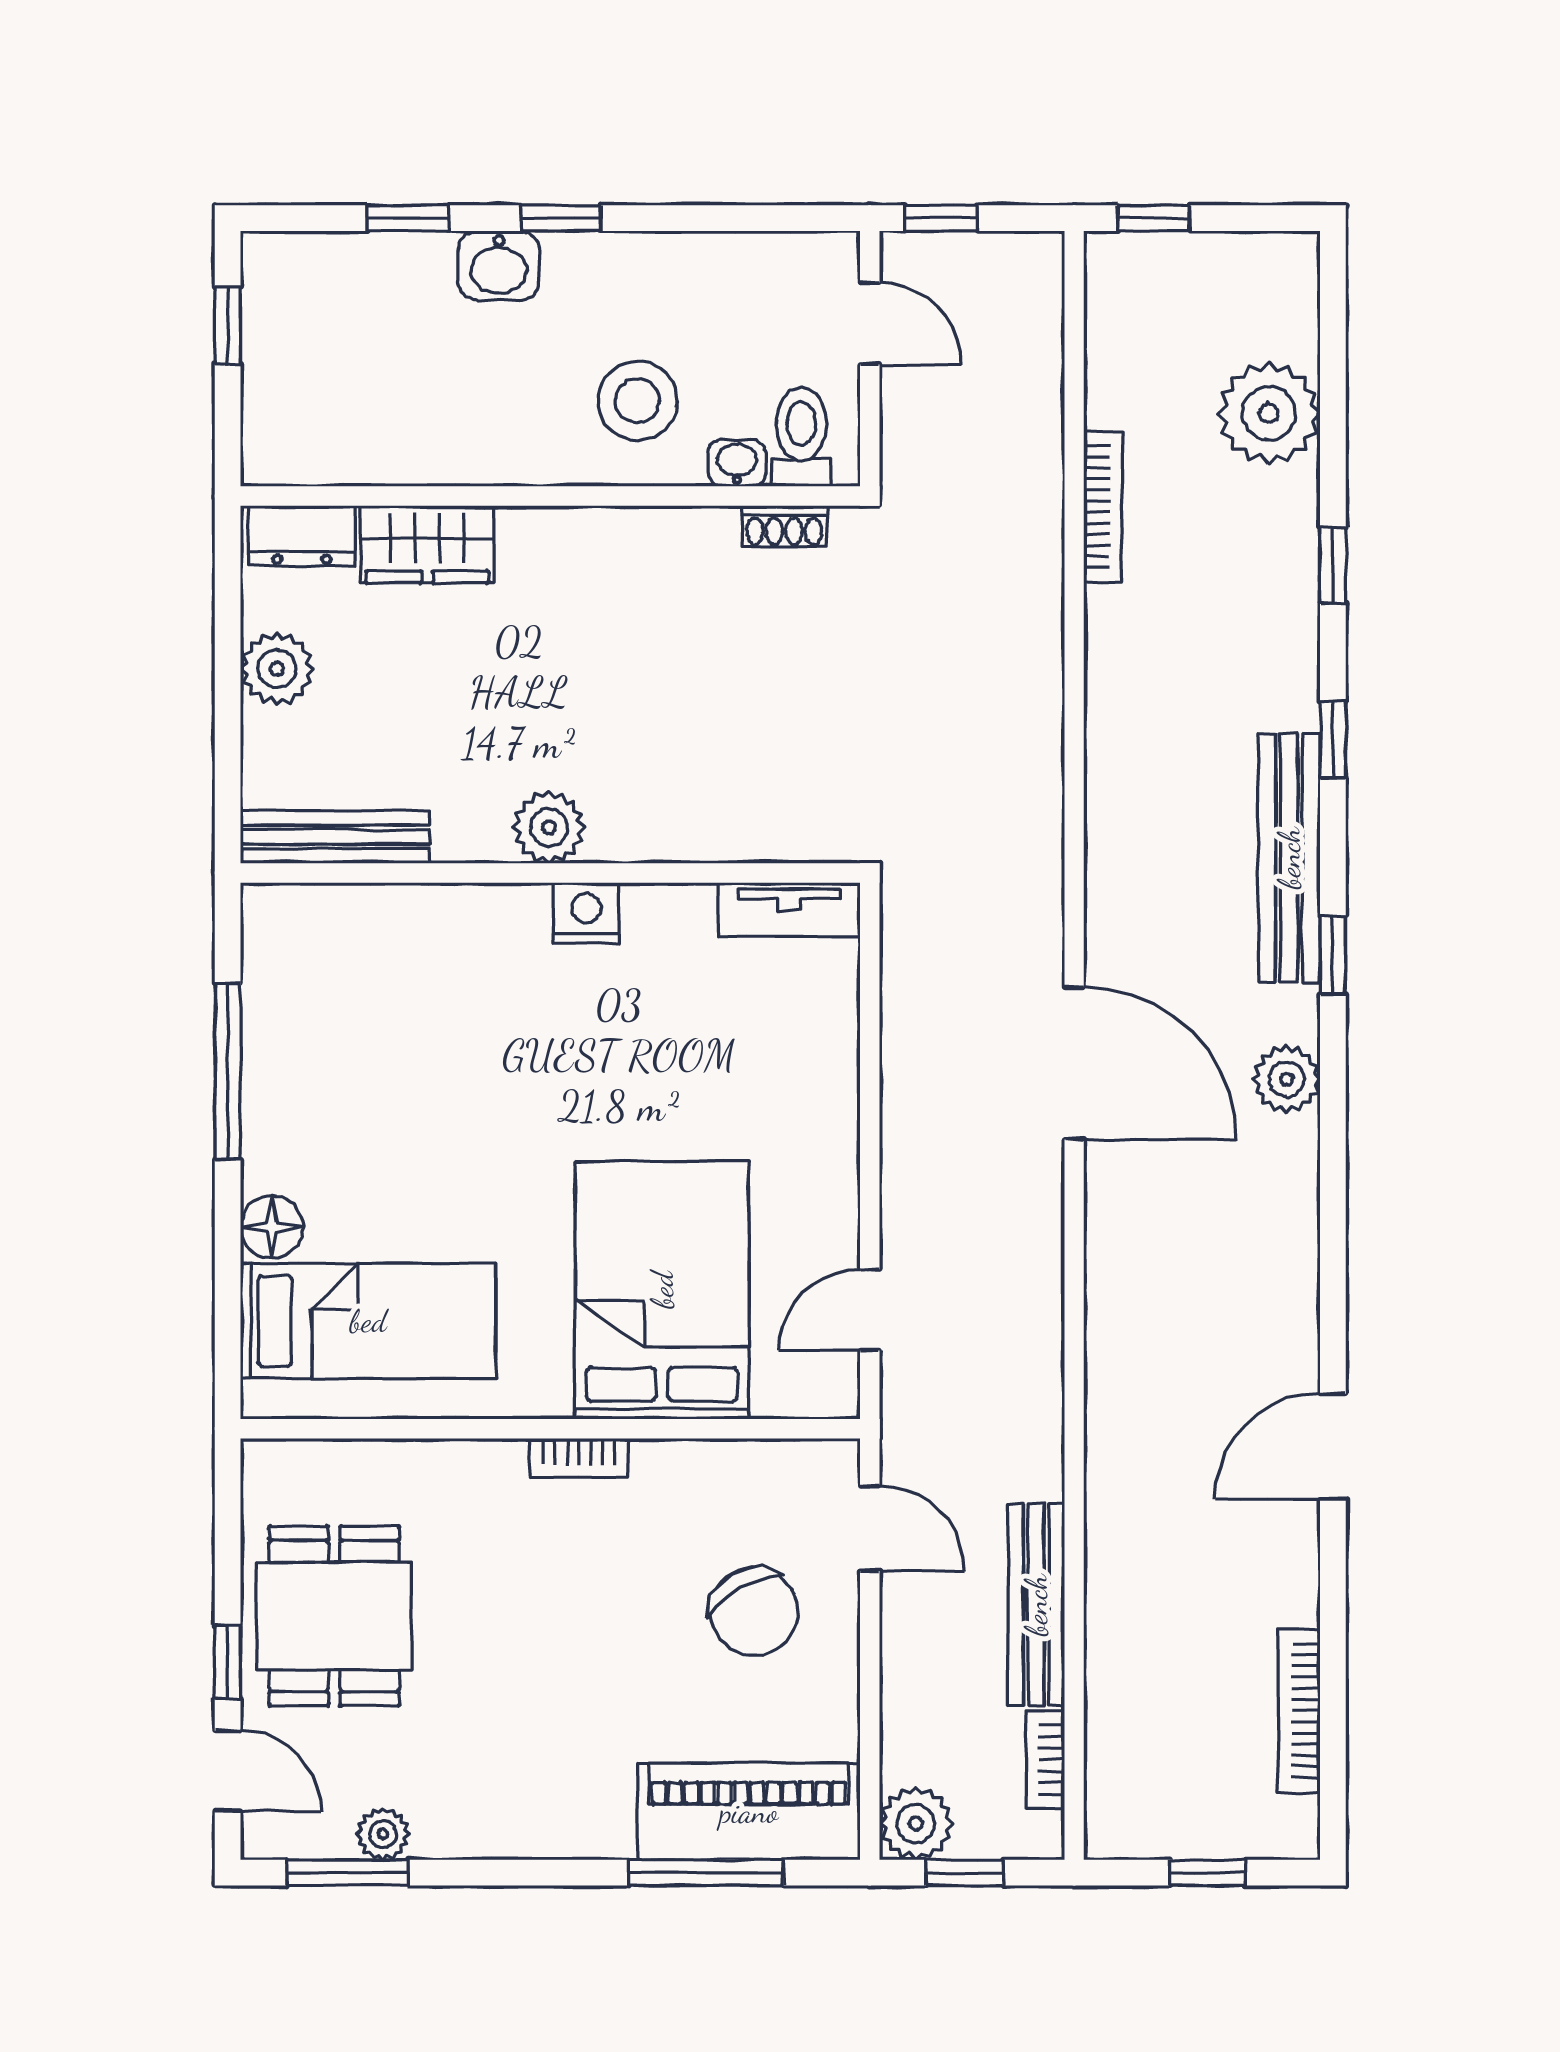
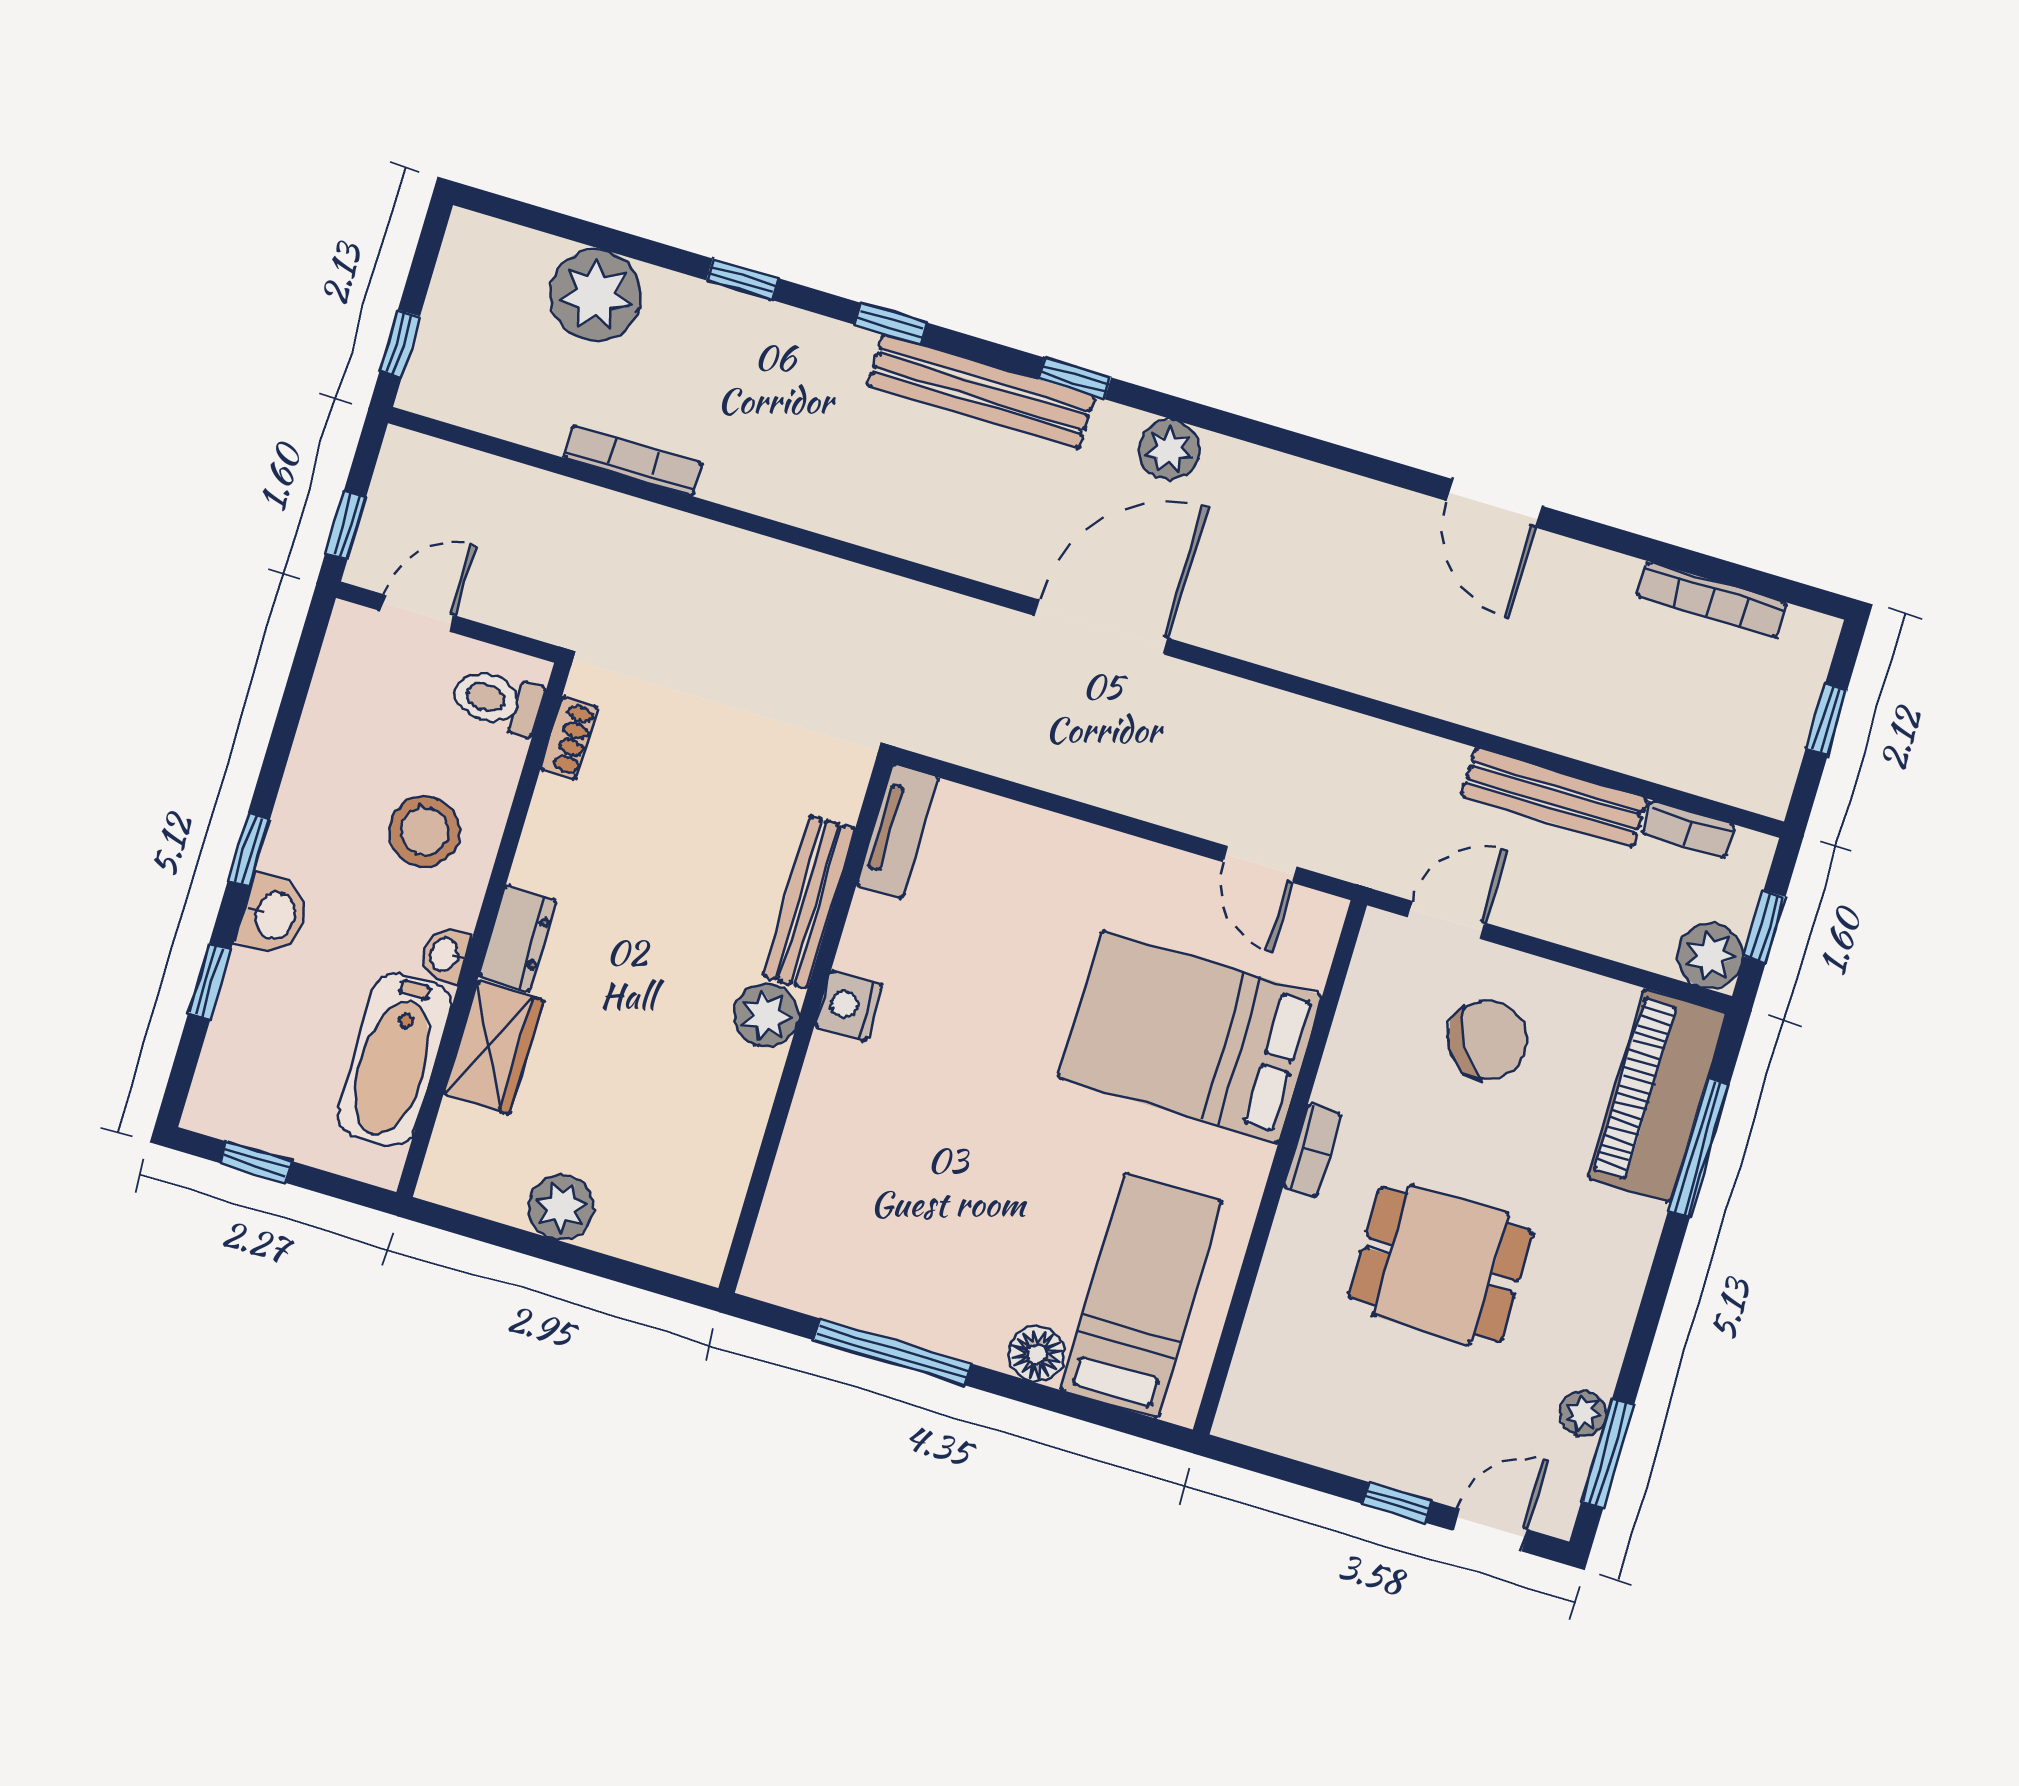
bathtub: (382, 442) -> (394, 1060), added
washbasin: (737, 463) -> (445, 955), moved
dresser: (302, 536) -> (518, 938), moved
bench: (335, 837) -> (809, 902), moved
dining table: (334, 1616) -> (1441, 1265), moved

